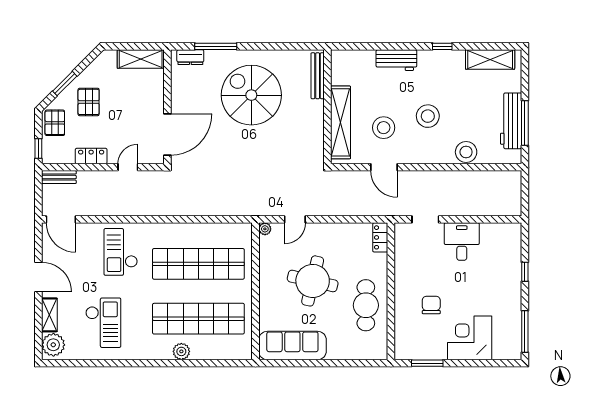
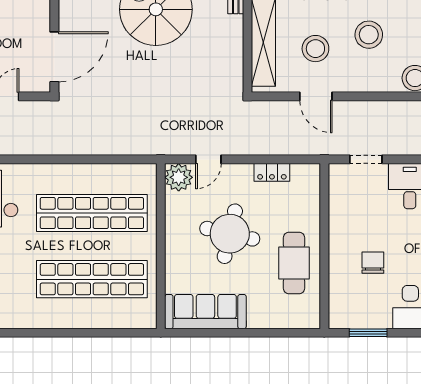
plant: (265, 229) -> (179, 177), width x1.88, depth x1.88
locker: (380, 237) -> (272, 172), moved, turned -90
plant: (181, 351) -> (71, 319), removed

